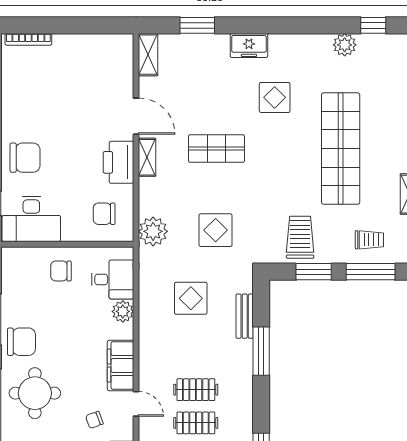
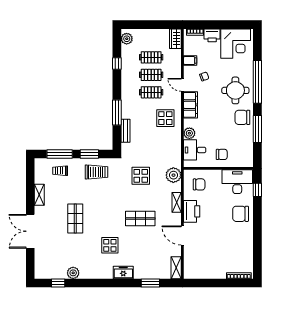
shop shelf: (341, 149) -> (75, 219), width x0.50, depth x0.74
shelving: (147, 157) -> (177, 202), moved
trolley: (300, 237) -> (96, 172), turned -90
display table: (191, 298) -> (165, 118), moved

